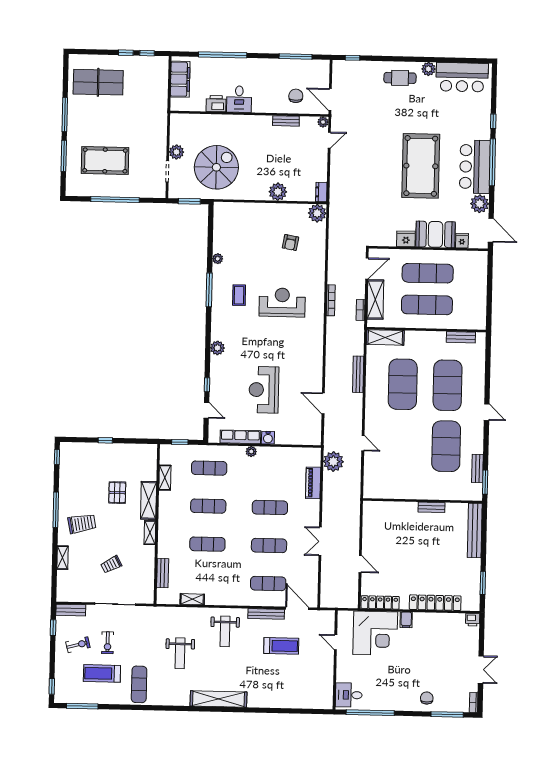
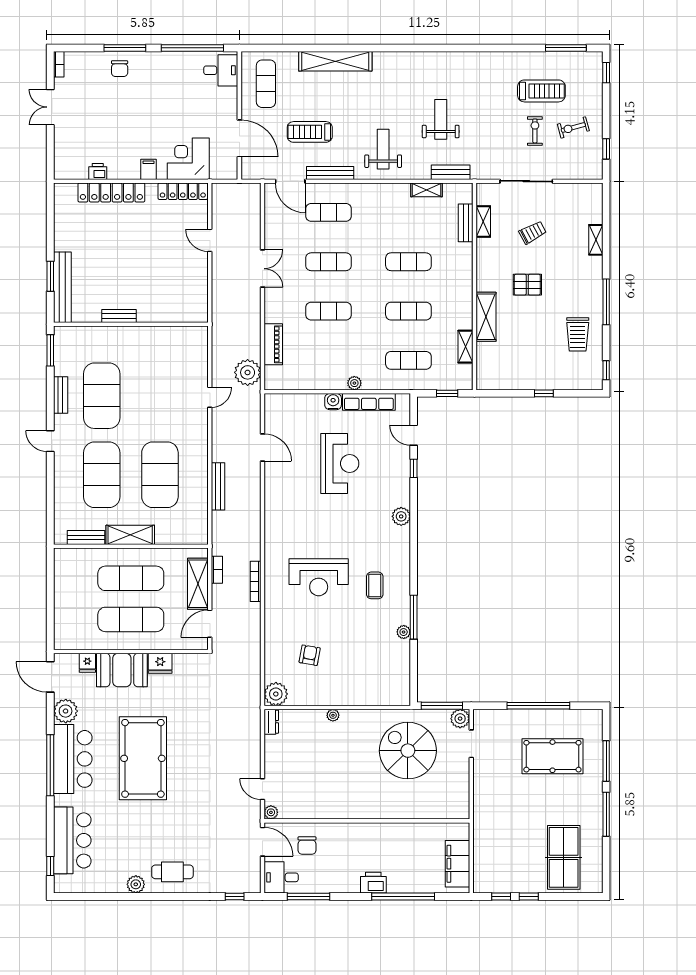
bar counter: (462, 77) -> (72, 840), moved, turned 90
table tennis table: (98, 82) -> (564, 857), turned 90
desk: (239, 99) -> (281, 877), moved, turned -90
printer: (216, 104) -> (373, 883), moved, turned 180
bench: (286, 121) -> (319, 813), removed
window: (493, 121) -> (50, 866), moved
door: (329, 140) -> (262, 789), hinge flipped
plant: (176, 152) -> (460, 719), moved
spiral stairs: (216, 167) -> (408, 751), turned 90
plant: (278, 192) -> (333, 715), width x0.53, depth x0.53
window: (189, 201) -> (442, 706), width x1.44
window: (209, 290) -> (414, 617), moved
shelving: (385, 337) -> (130, 535), moved
door: (363, 443) -> (210, 397), swing flipped
bench: (477, 468) -> (61, 395), moved
pallet: (117, 493) -> (527, 285), moved, turned 90
trolley: (82, 524) -> (578, 334), moved, turned -79
shelving: (150, 533) -> (483, 221), moved
window: (483, 583) -> (50, 276), moved
bench: (71, 610) -> (451, 172), moved
printer: (473, 620) -> (98, 171), moved
corner desk: (375, 633) -> (188, 159), width x0.74, depth x0.74
door: (336, 642) -> (239, 138), width x1.88
exercise mat: (139, 684) -> (266, 84), moved
shelving: (218, 699) -> (335, 61), moved
window: (447, 714) -> (125, 48), moved

